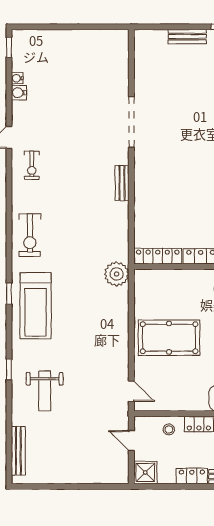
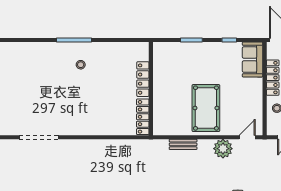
bench: (122, 183) -> (183, 144), moved
plant: (117, 274) -> (223, 149), moved

